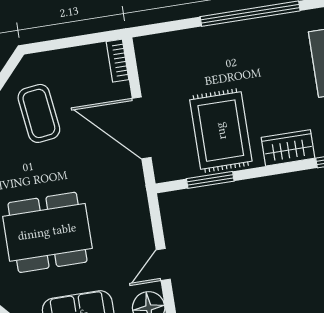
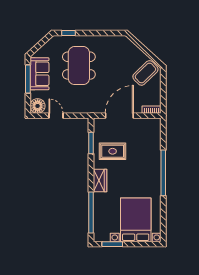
coffee table: (39, 113) -> (145, 73), moved, turned -37
rug: (221, 131) -> (113, 151), width x0.73, depth x0.70

